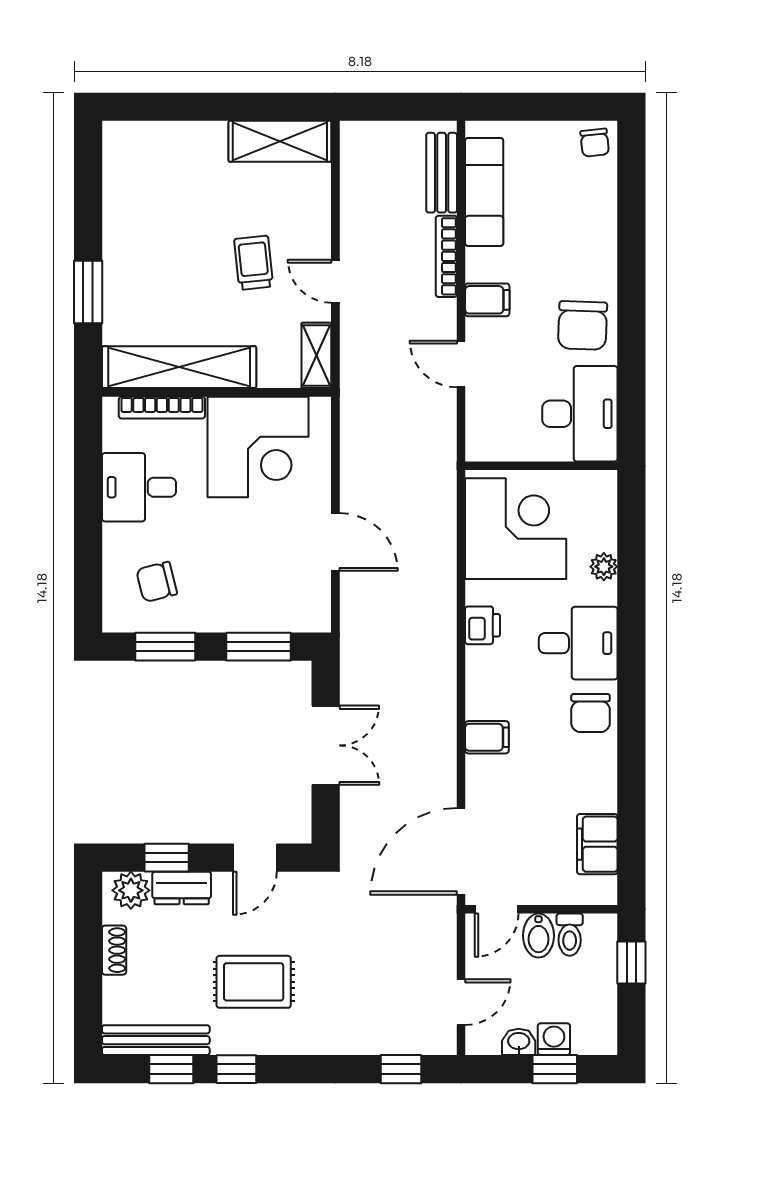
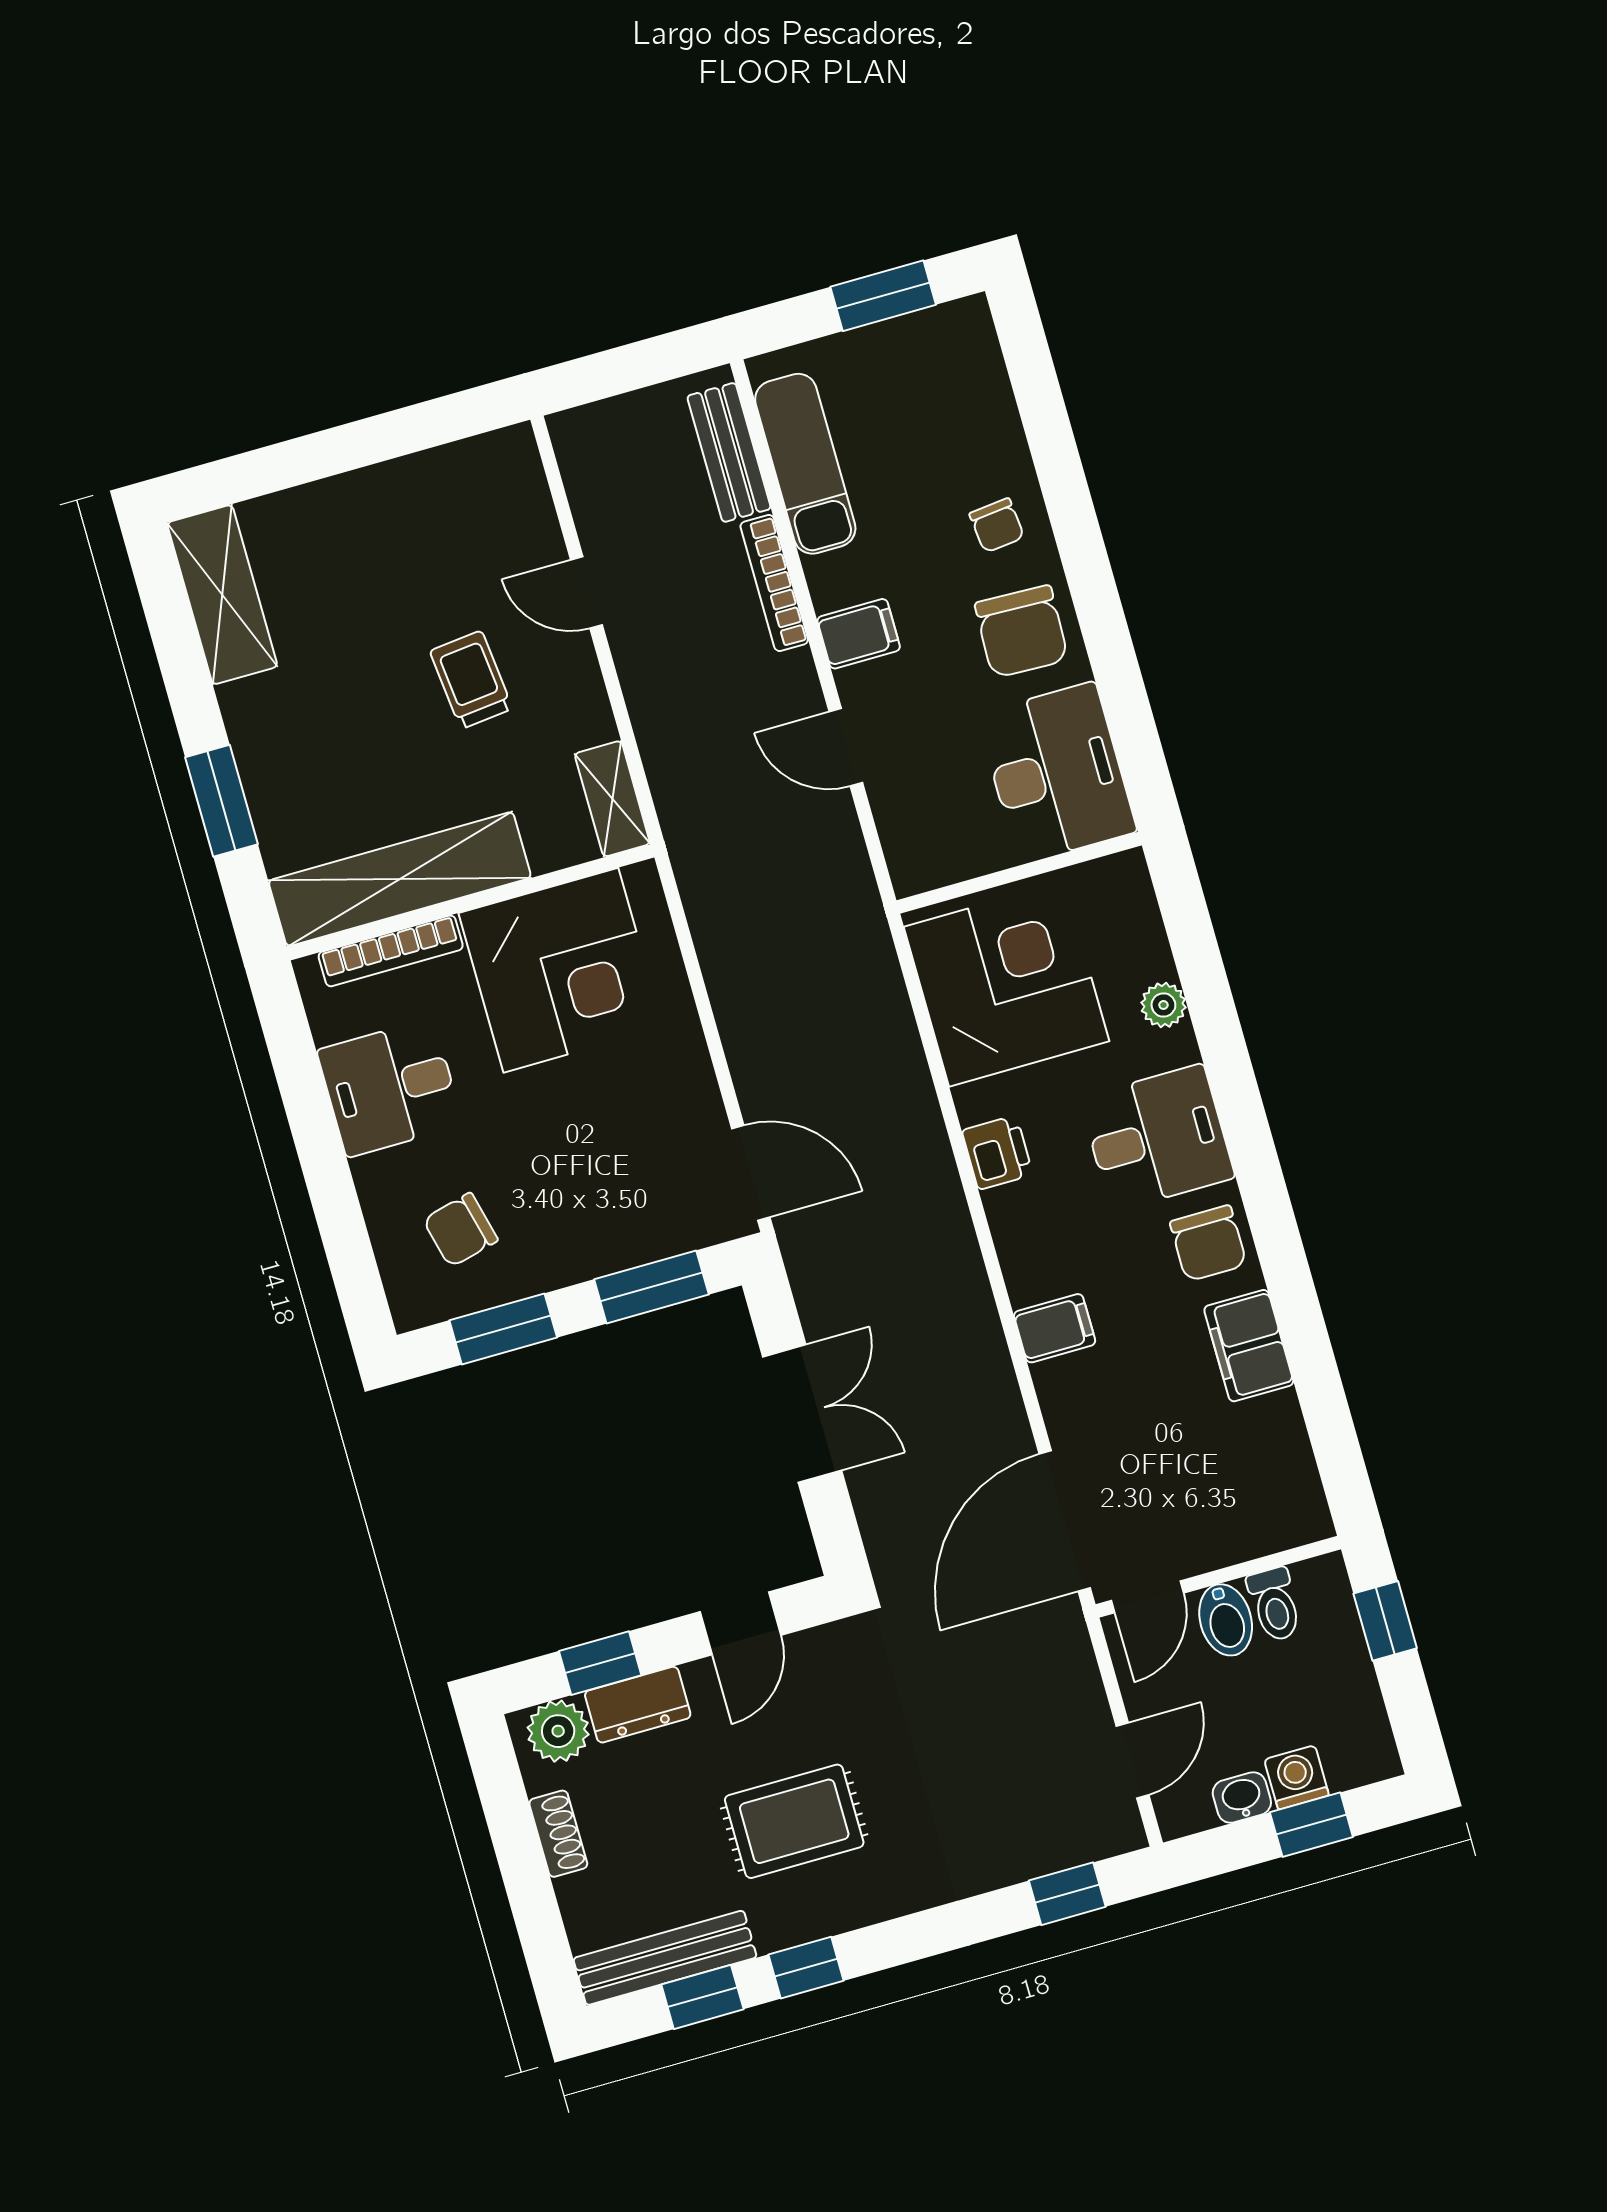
window: (557, 107) -> (883, 296), added
shelving: (280, 141) -> (222, 595), moved, turned 90
chair: (595, 143) -> (997, 525), moved
door: (335, 281) -> (586, 592), moved
door: (335, 542) -> (751, 1173), moved
filing cabinet: (597, 844) -> (1249, 1346), moved

